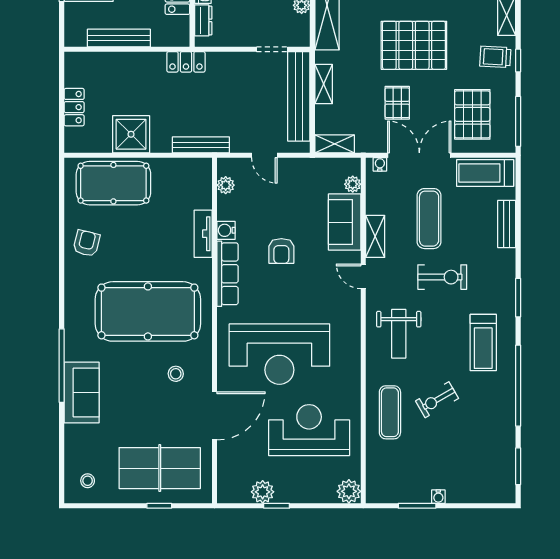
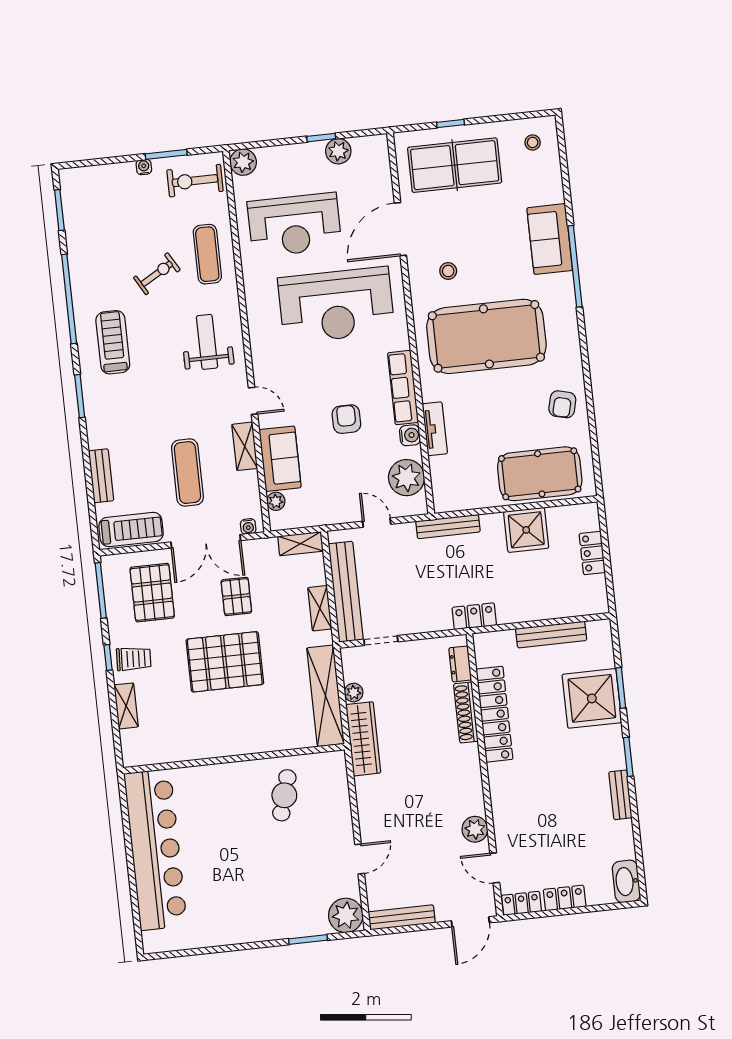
plant: (226, 185) -> (406, 478), width x1.88, depth x1.88
exercise bike: (442, 277) -> (195, 181), moved
reception desk: (279, 354) -> (336, 305), turned 180

